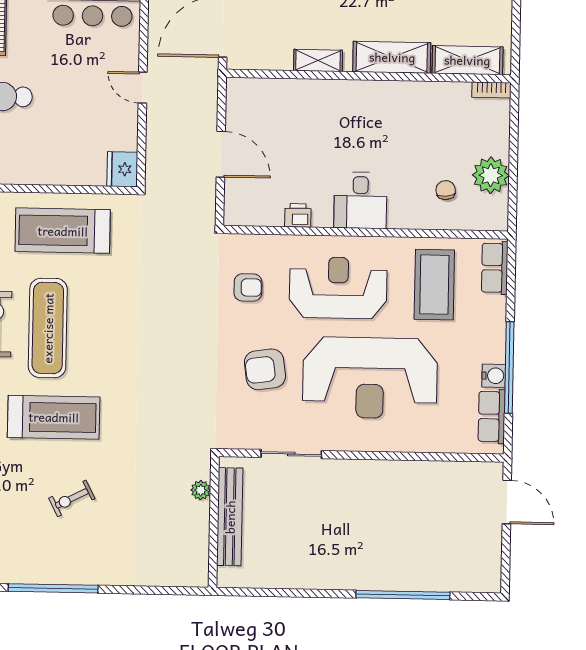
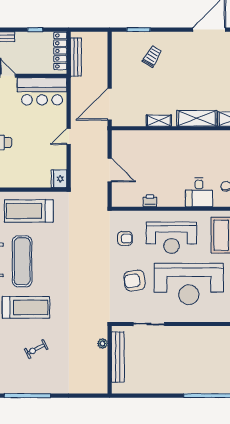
door: (143, 88) -> (69, 136), hinge flipped
desk: (360, 200) -> (199, 192), moved
reception desk: (338, 288) -> (171, 238), turned 180

